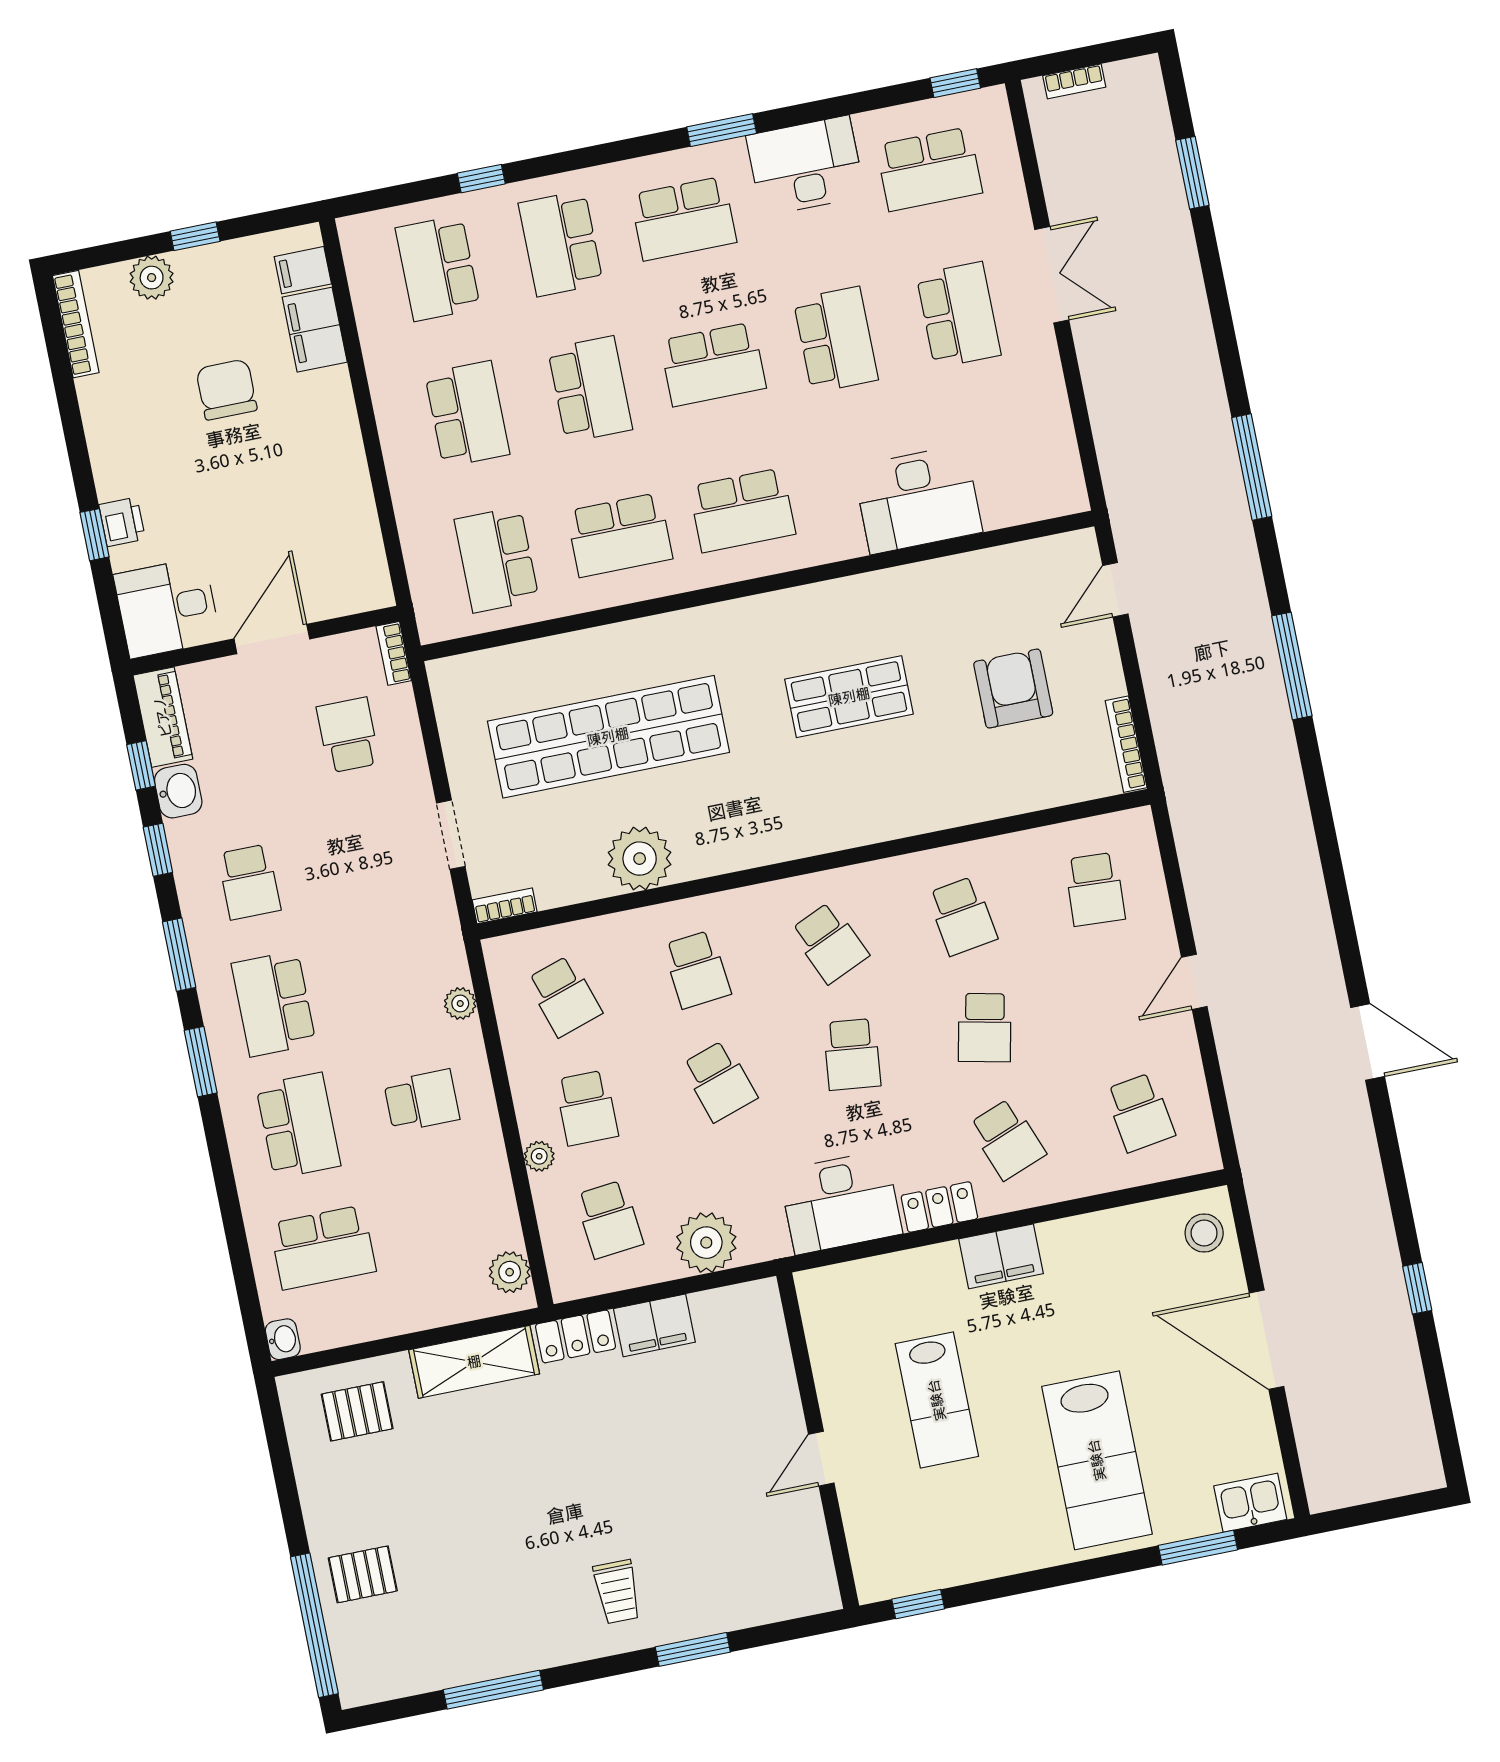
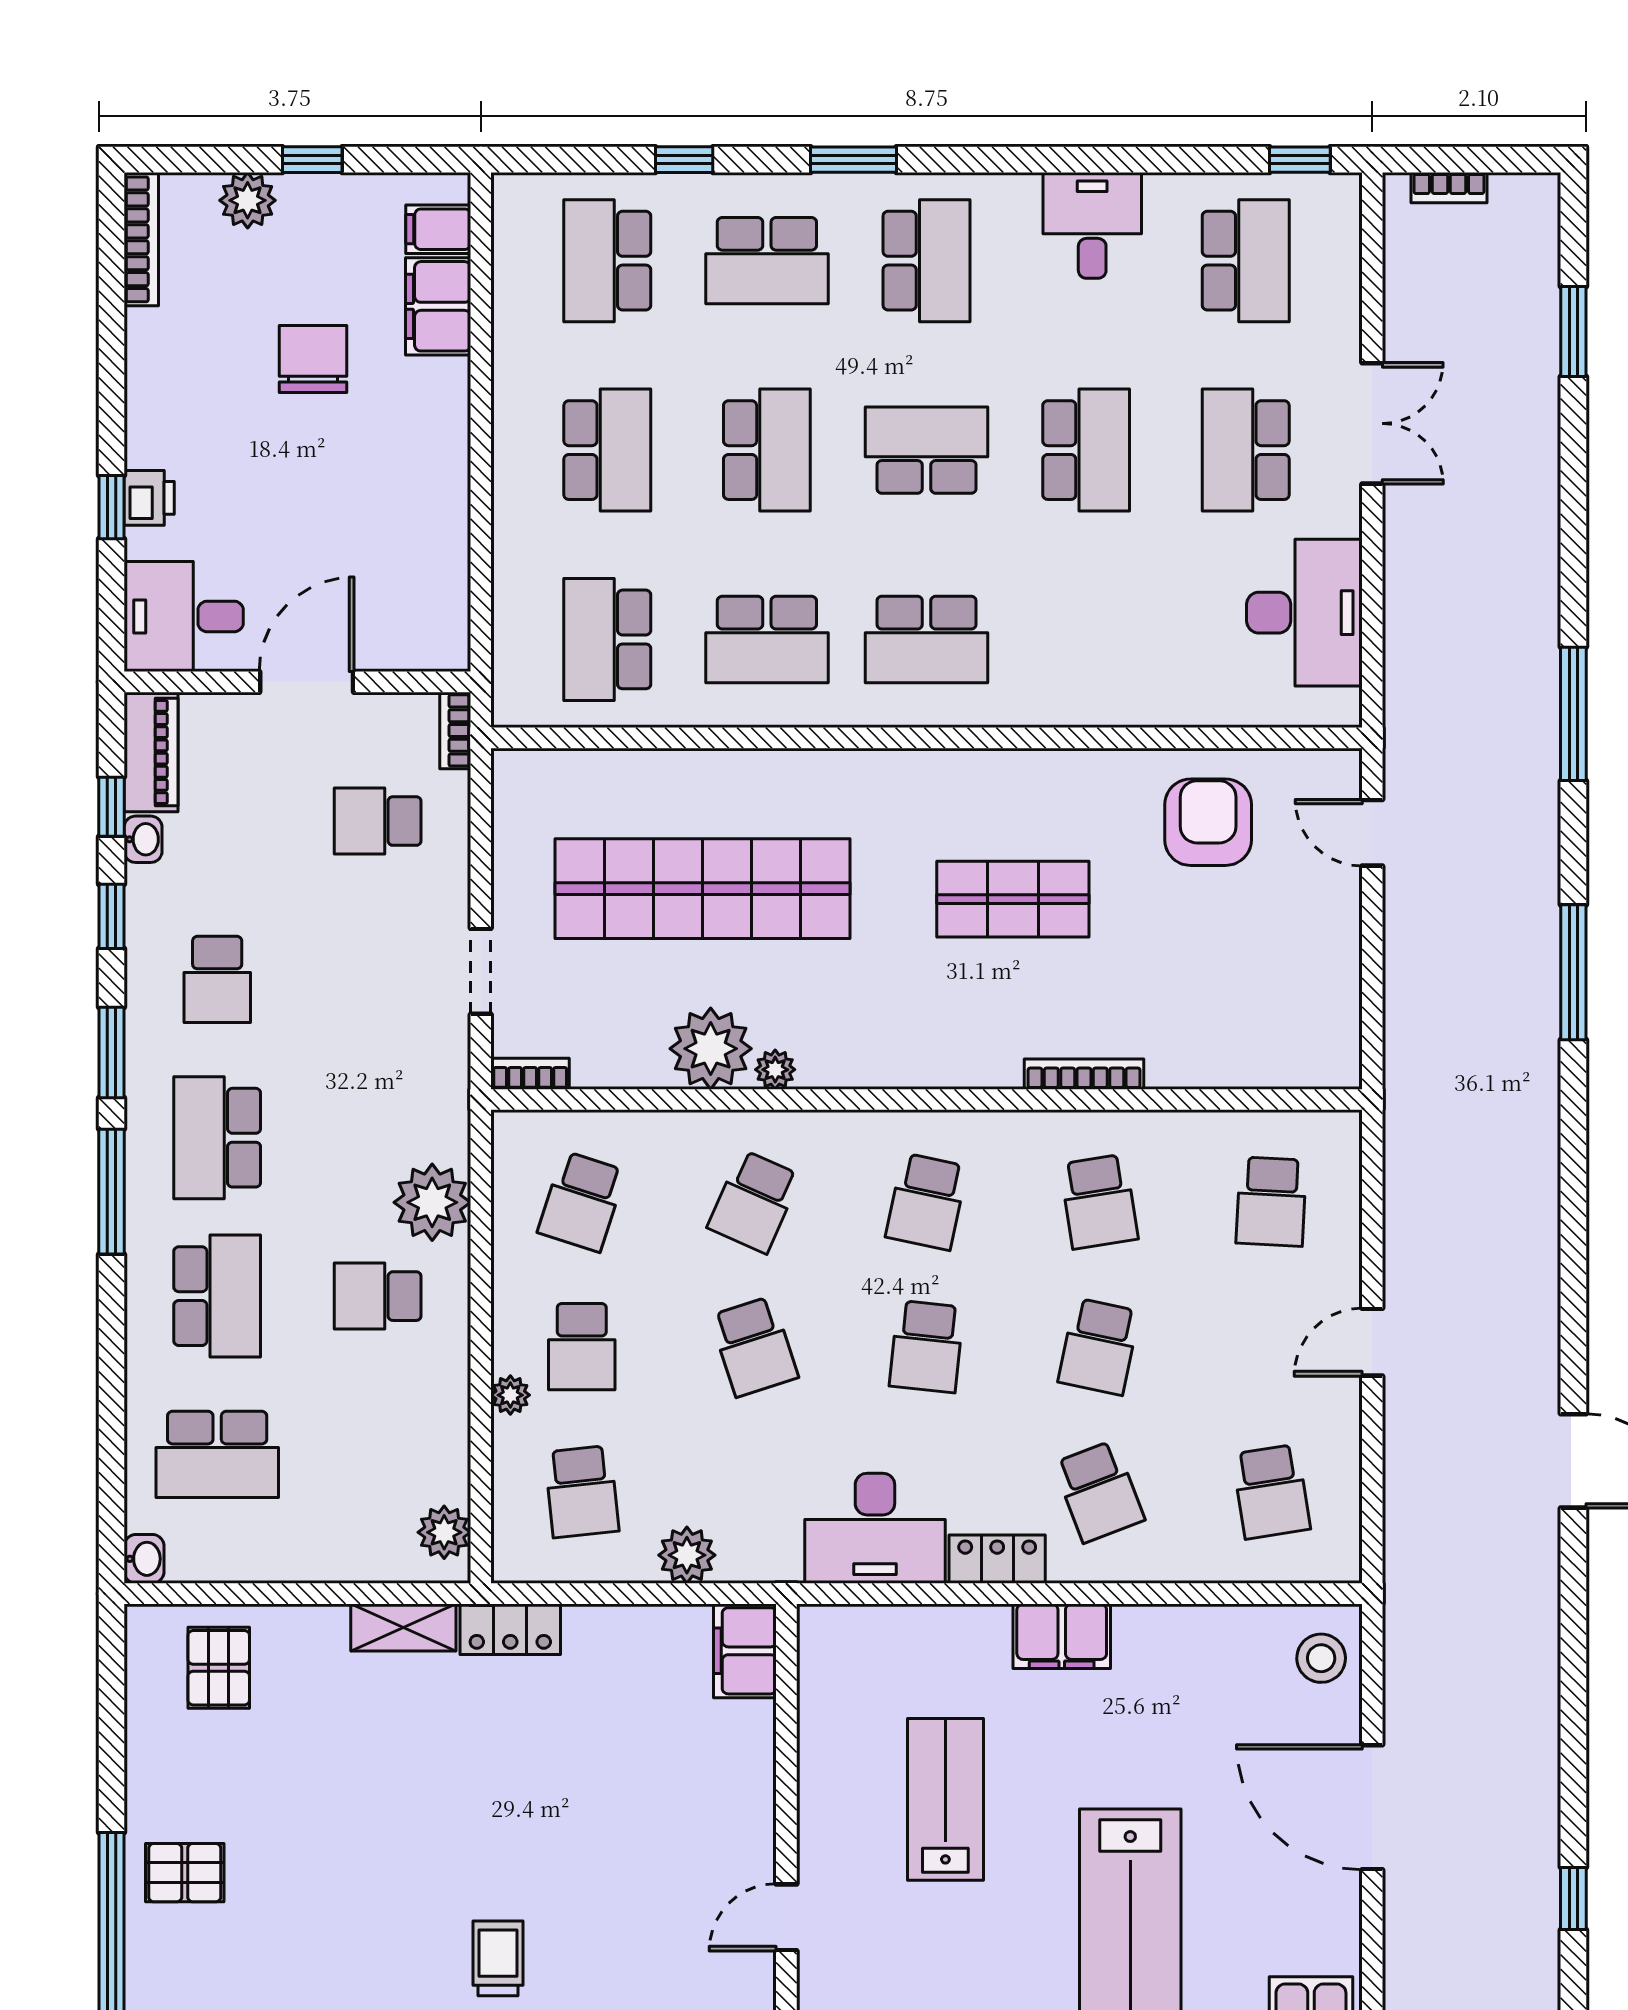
window: (722, 130) -> (854, 160), moved
desk: (806, 166) -> (1092, 225), width x0.73
school desk: (929, 169) -> (1246, 261), turned -90
school desk: (683, 219) -> (927, 261), turned -90
school desk: (561, 243) -> (767, 261), turned -90
school desk: (959, 315) -> (1246, 450), turned 180
school desk: (713, 364) -> (927, 450), turned 180
desk: (918, 499) -> (1304, 613), moved, turned -90
door: (1115, 590) -> (1372, 833), hinge flipped
armchair: (1013, 689) -> (1208, 822), moved
school desk: (348, 735) -> (378, 821), turned -90
bookcase: (1126, 744) -> (1084, 1074), moved, turned 90
washbasin: (178, 791) -> (143, 839), width x0.72, depth x0.69
plant: (693, 865) -> (775, 1070), added
school desk: (829, 943) -> (927, 1202), turned 36
school desk: (697, 970) -> (754, 1202), turned 30
school desk: (564, 996) -> (582, 1202), turned 36
plant: (460, 1003) -> (432, 1202), width x1.88, depth x1.88
window: (201, 1062) -> (112, 1192), width x1.44
school desk: (422, 1101) -> (378, 1296), turned 180
plant: (706, 1243) -> (687, 1555), width x0.73, depth x0.73
window: (1417, 1288) -> (1573, 1898), moved
filing cabinet: (654, 1325) -> (745, 1651), moved, turned 90
shelving: (474, 1362) -> (403, 1627), width x0.67, depth x0.75
lab bench: (937, 1400) -> (945, 1799), turned 180
pallet: (357, 1411) -> (219, 1668), turned 90
door: (821, 1459) -> (786, 1917), moved
trolley: (617, 1592) -> (498, 1958), turned 180

